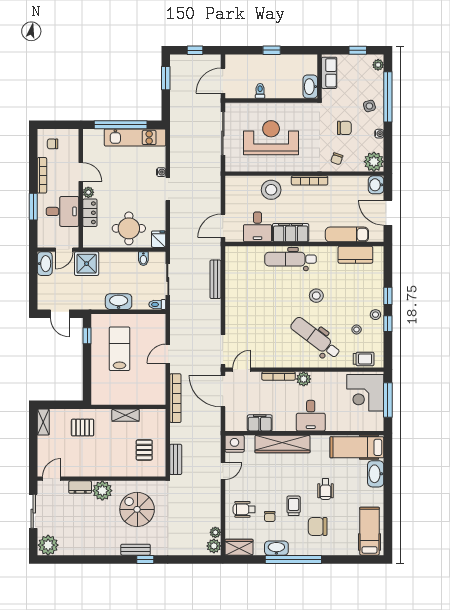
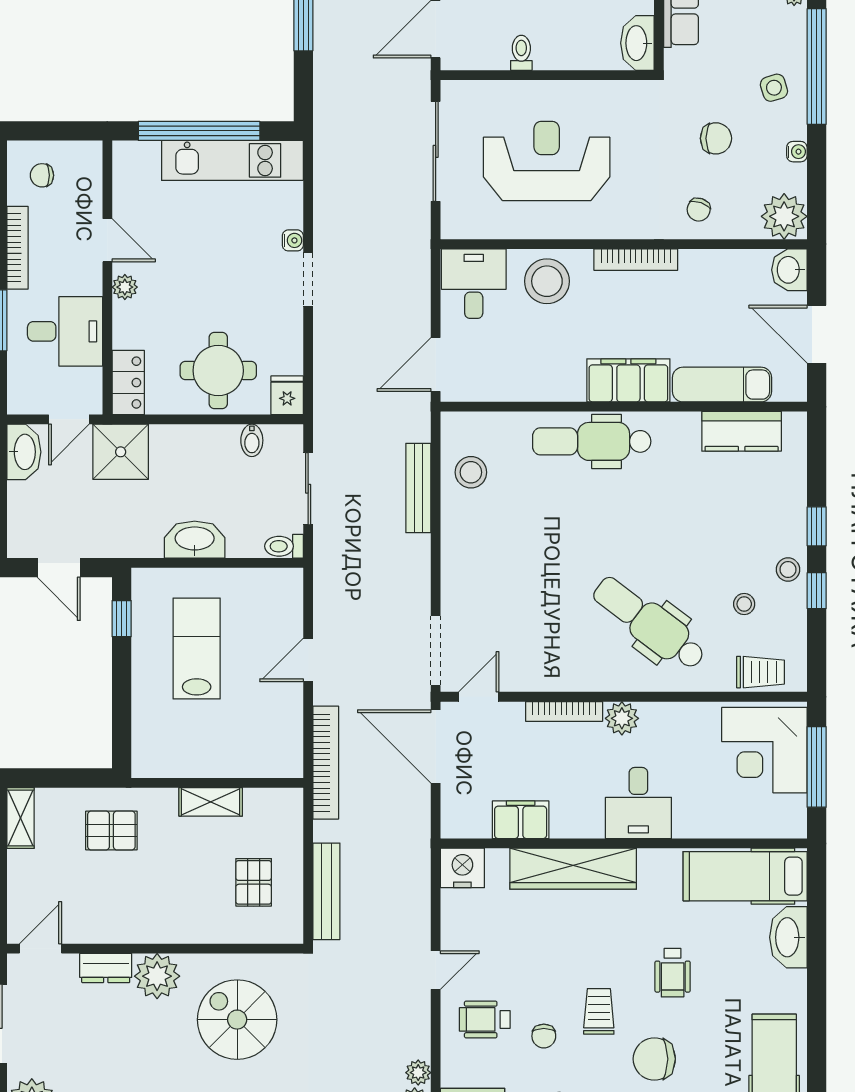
locker: (90, 213) -> (128, 383), moved
desk: (258, 227) -> (474, 284), moved, turned 180
filing cabinet: (291, 233) -> (628, 380), moved
stool: (316, 296) -> (471, 472), moved
bench: (176, 459) -> (326, 891), width x1.36
door: (223, 471) -> (436, 970), moved

